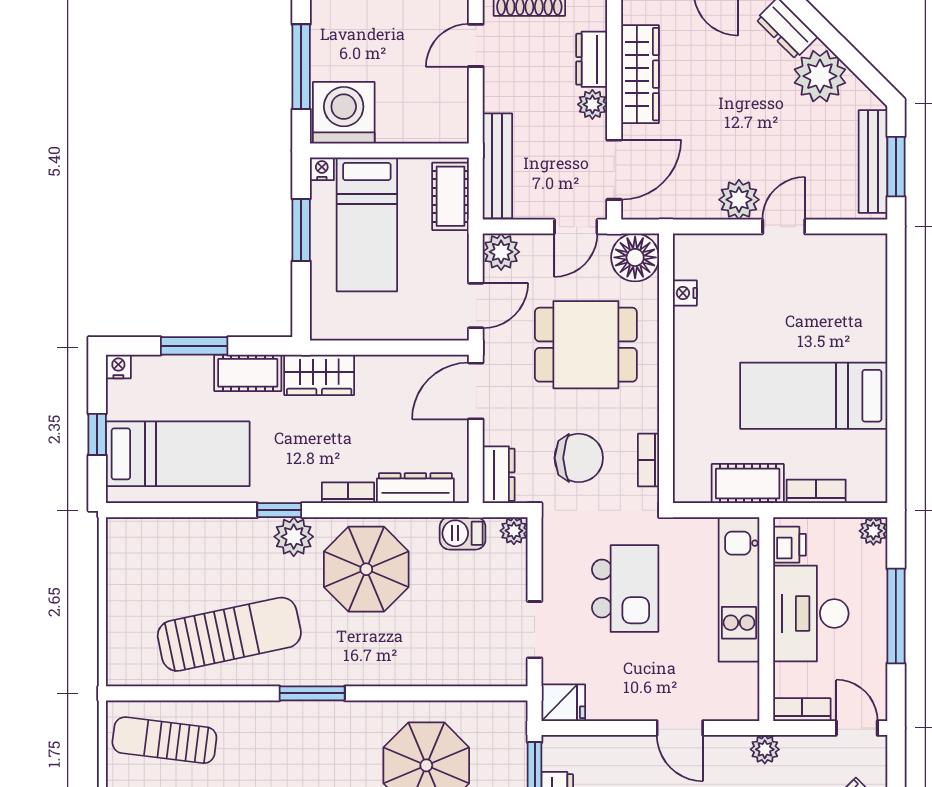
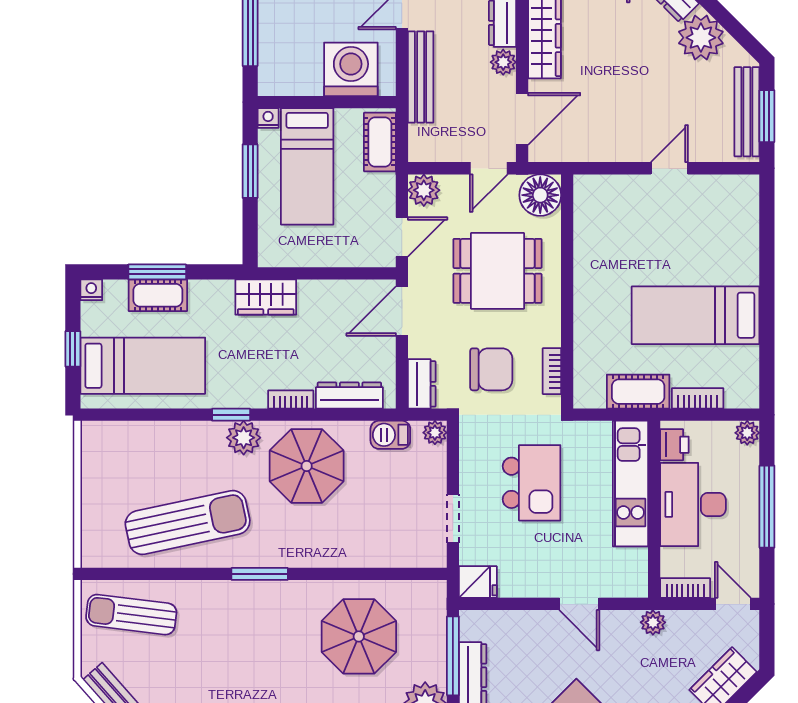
washing machine: (344, 113) -> (351, 69), moved
bench: (497, 166) -> (421, 77), moved
plant: (739, 200) -> (631, 145), removed
nightstand: (685, 293) -> (583, 226), removed
cot: (248, 373) -> (158, 295), moved

